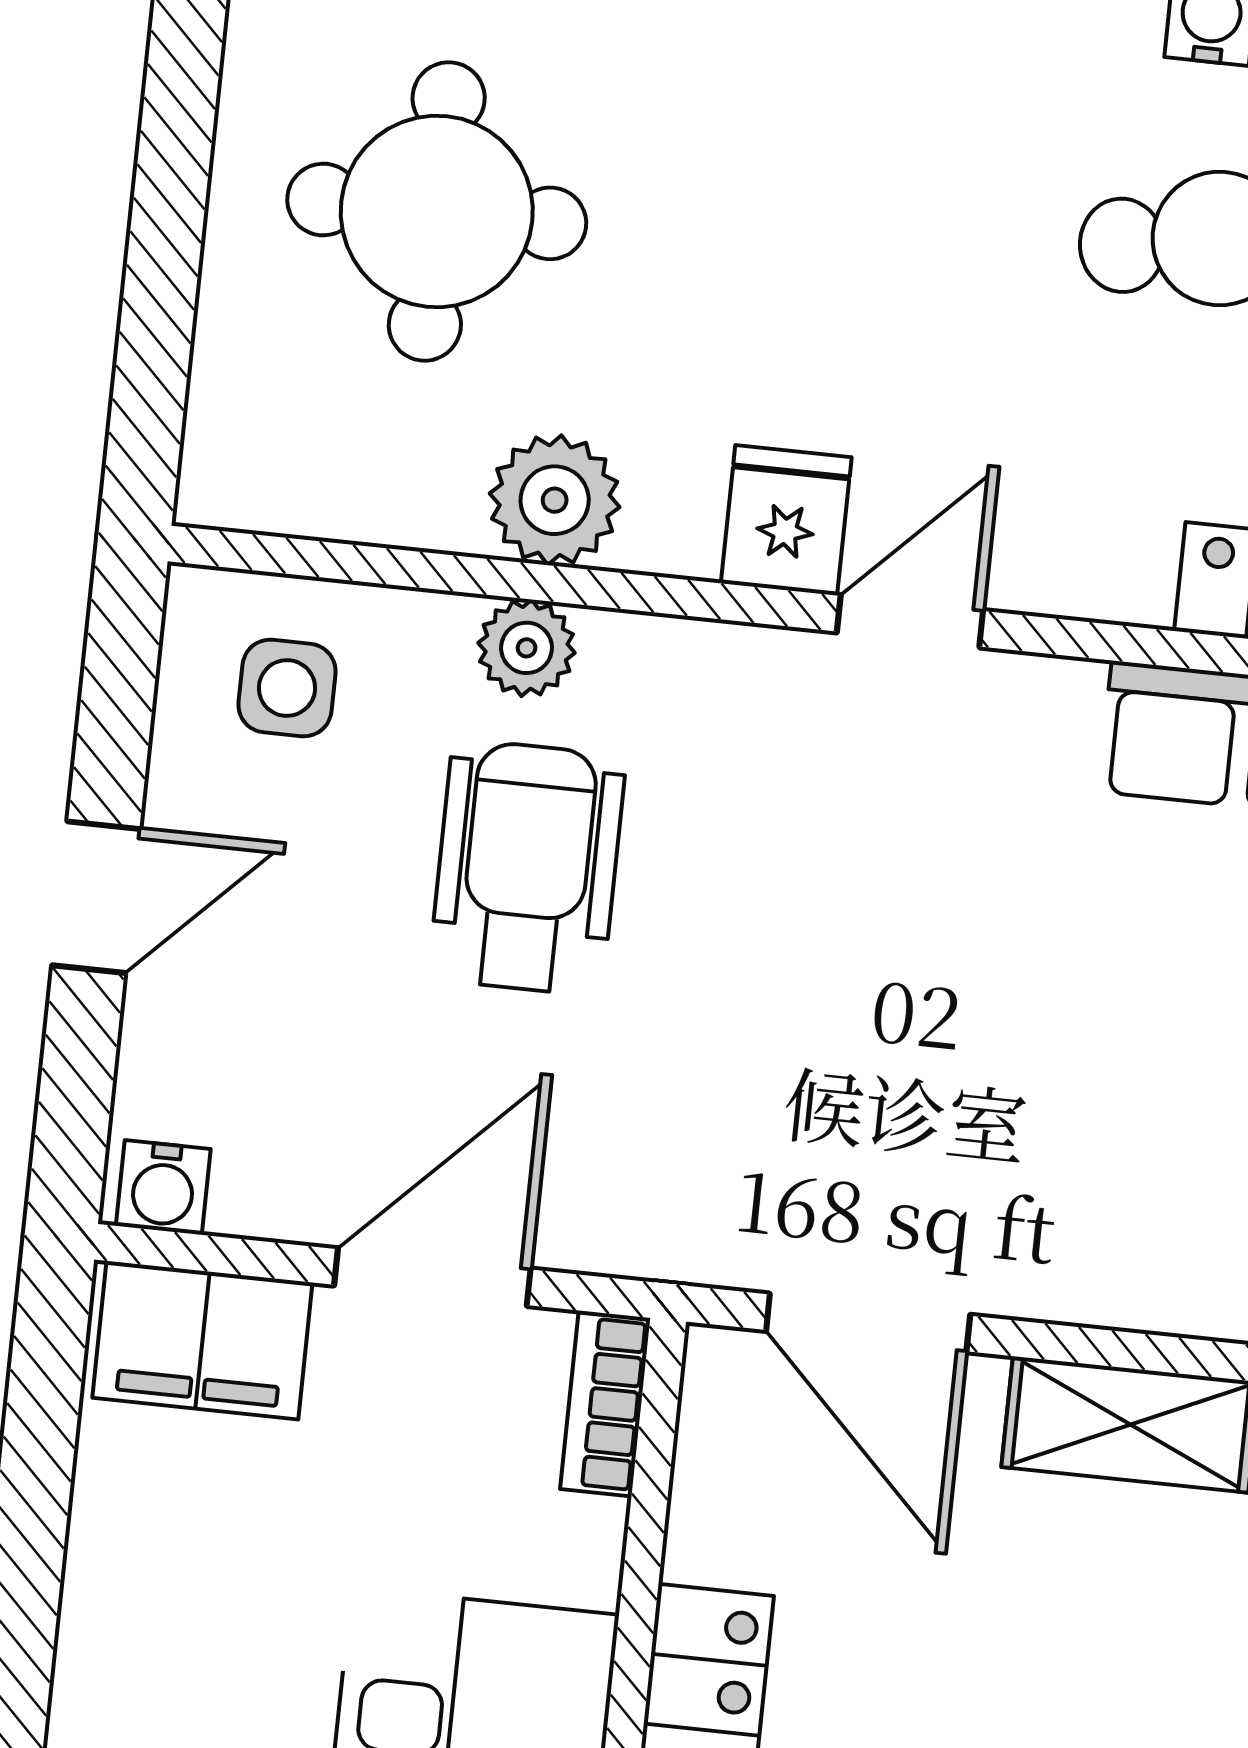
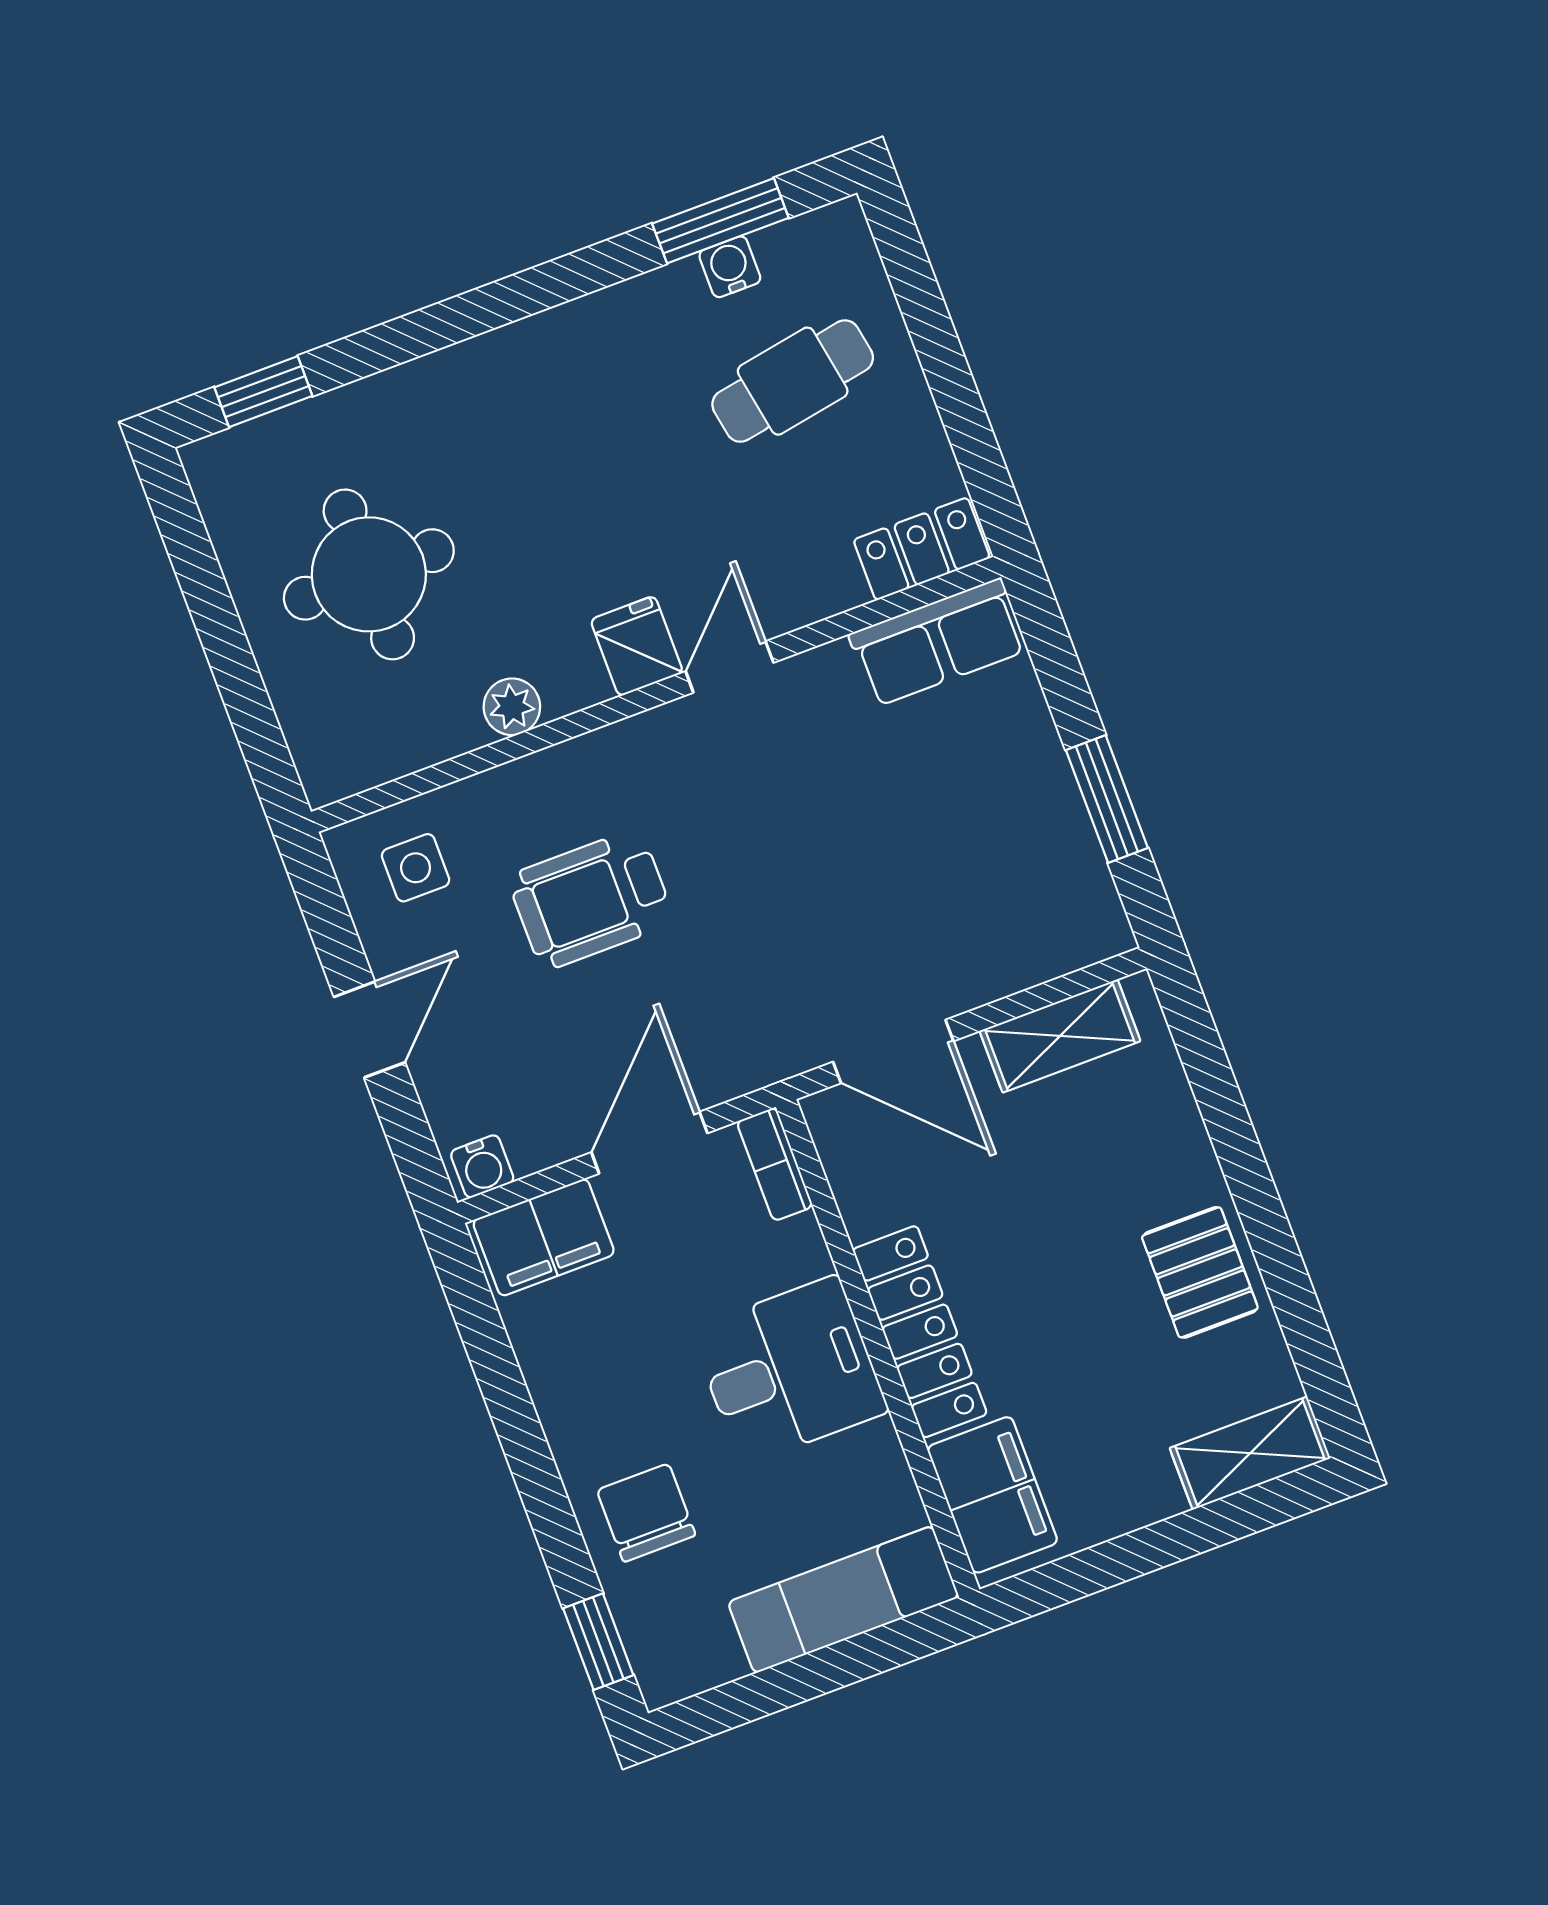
plant: (555, 500) -> (512, 707), width x0.73, depth x0.73
plant: (527, 648) -> (532, 783), removed
wheelchair: (527, 867) -> (591, 899), turned -90

